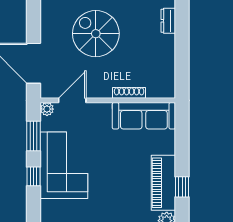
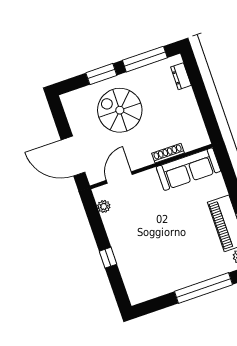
plant: (47, 109) -> (104, 206), moved
window: (34, 136) -> (96, 221), removed
corner sofa: (64, 165) -> (132, 238), removed

